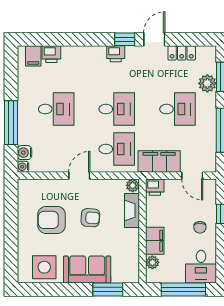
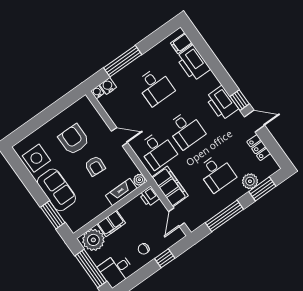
printer: (51, 54) -> (193, 63), width x1.87, depth x1.48
printer: (116, 54) -> (222, 103), width x1.87, depth x1.48
plant: (152, 262) -> (93, 240), width x1.87, depth x1.87

